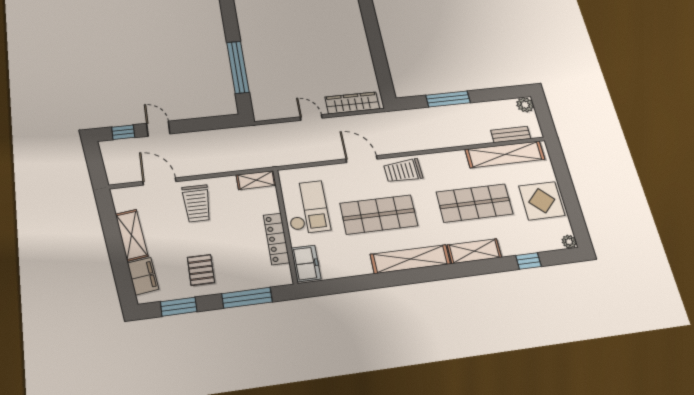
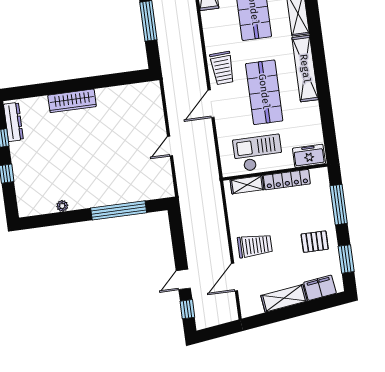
plant: (242, 16) -> (62, 206), added
wardrobe: (352, 103) -> (72, 101), moved, turned -90
shelving: (256, 180) -> (247, 185), moved, turned 90

